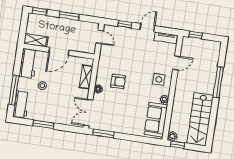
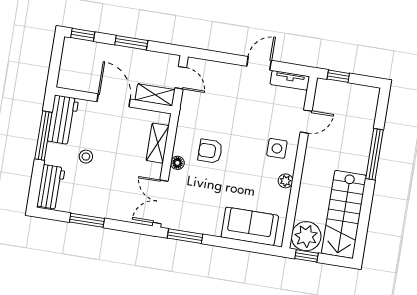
window: (125, 24) -> (222, 57), removed
shelving: (36, 40) -> (155, 95), moved
door: (59, 51) -> (114, 100), swing flipped
armchair: (118, 81) -> (210, 151), turned 180
window: (14, 90) -> (43, 136), moved
sofa: (156, 120) -> (250, 226), moved, turned 90
plant: (172, 136) -> (306, 236), width x1.88, depth x1.88

